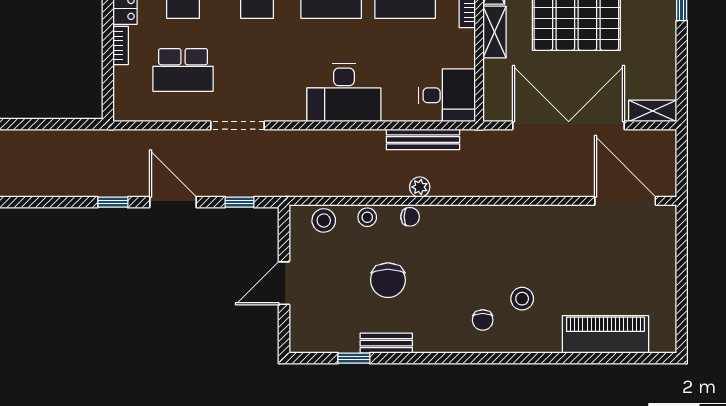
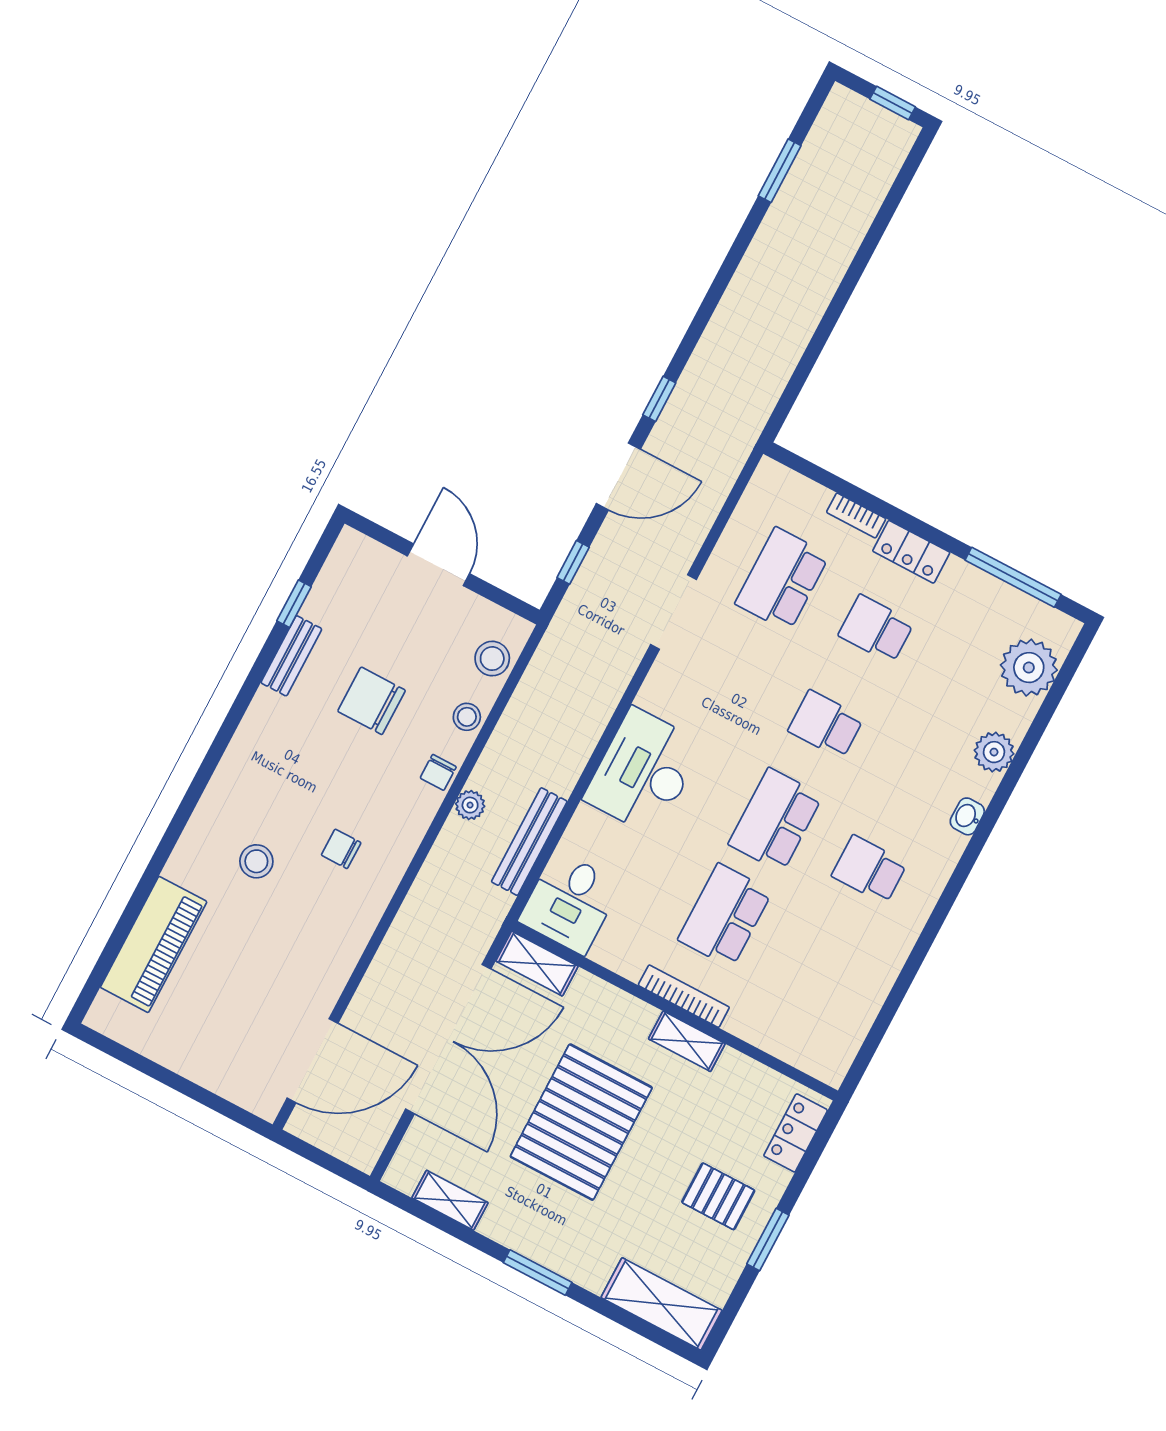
shelving: (494, 32) -> (537, 964), moved
shelving: (653, 111) -> (450, 1200), moved, turned 90
chair: (483, 320) -> (341, 849), moved

